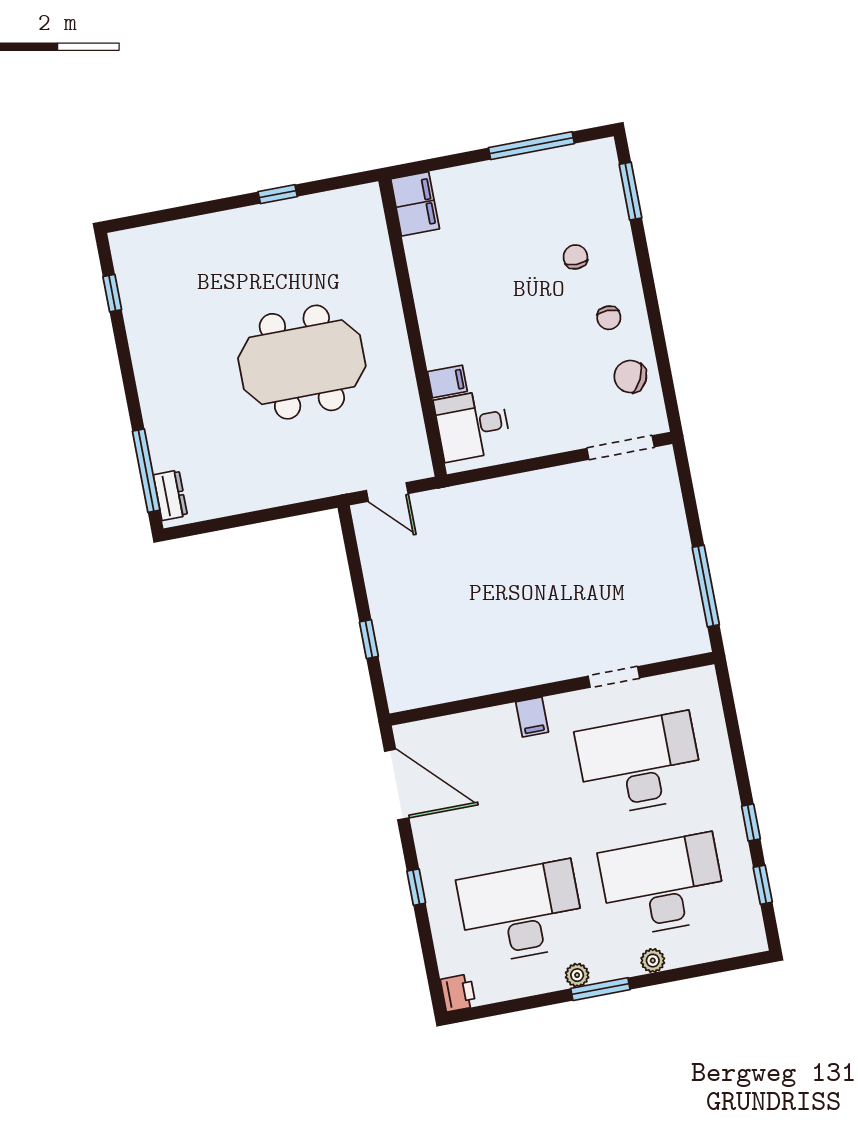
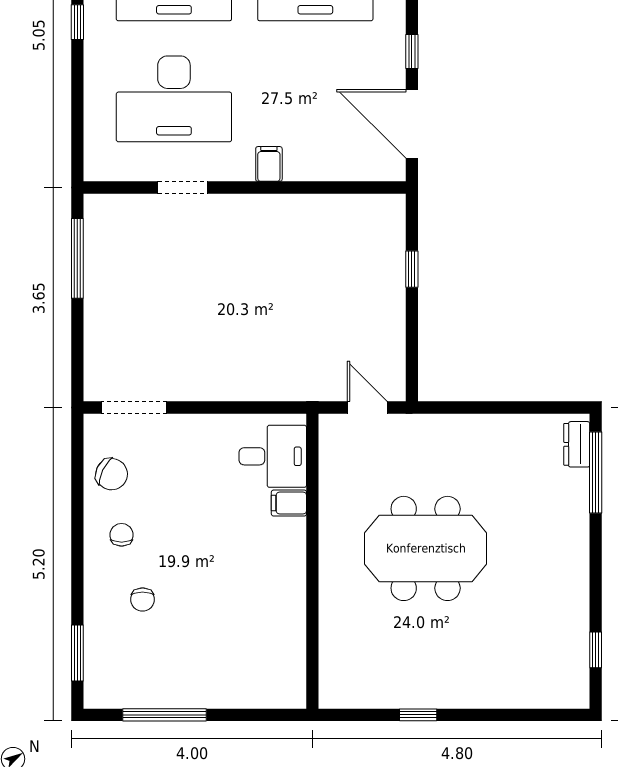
filing cabinet: (415, 204) -> (287, 680), removed
window: (416, 887) -> (412, 52), moved

